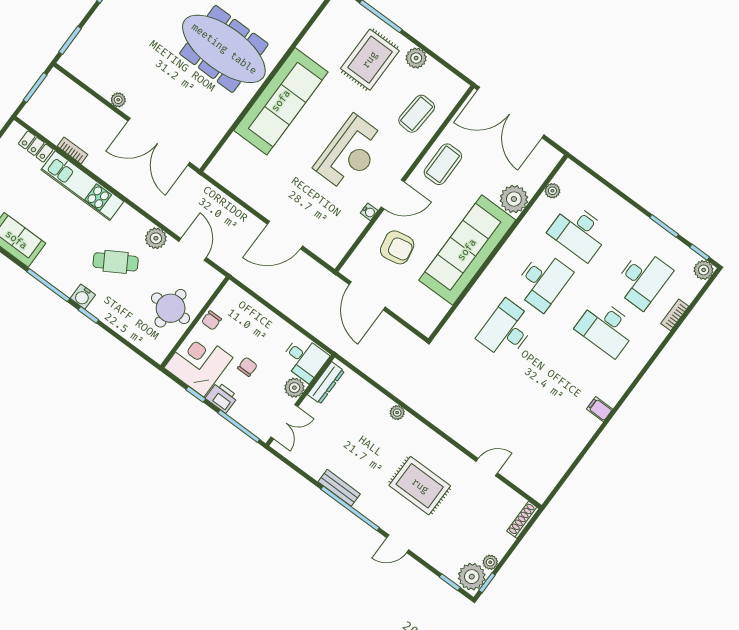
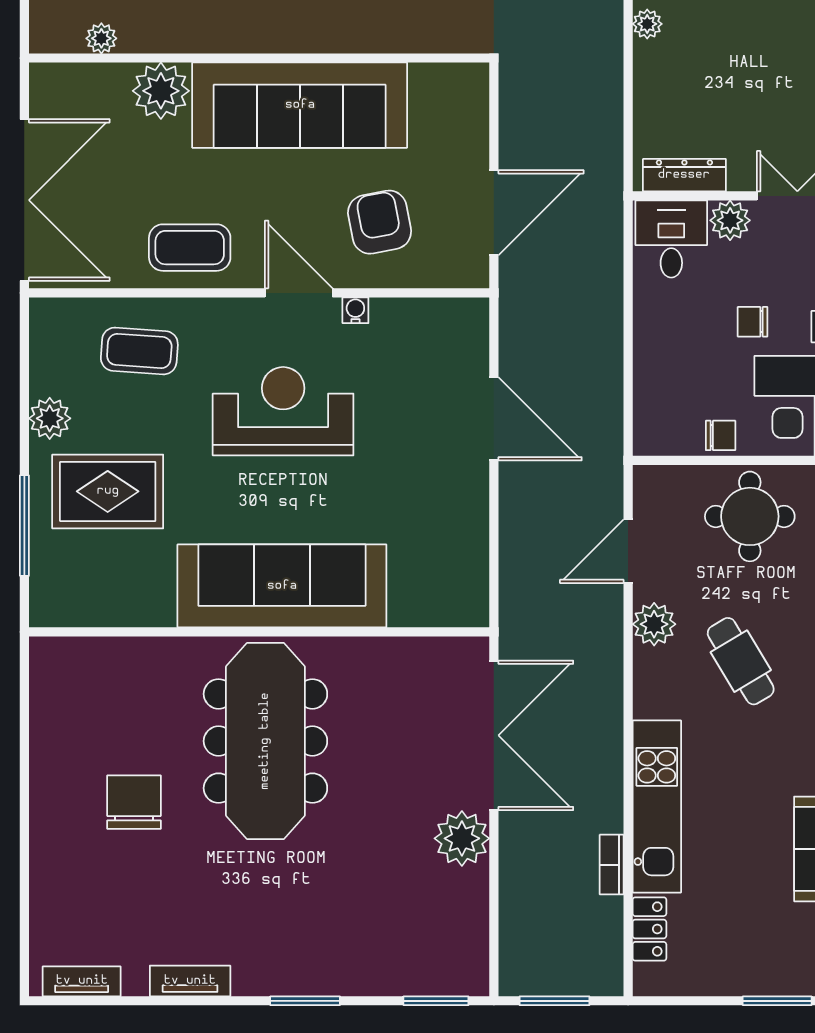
plant: (118, 100) -> (462, 838), width x1.87, depth x1.87

